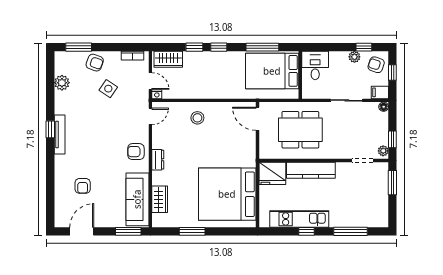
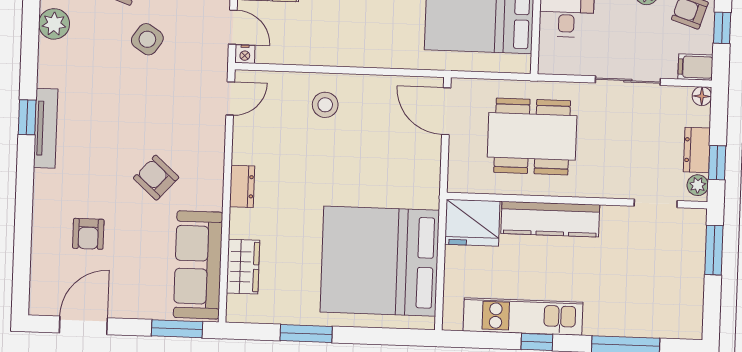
dresser: (382, 133) -> (697, 150), added
armchair: (136, 152) -> (156, 178), moved, turned 42

